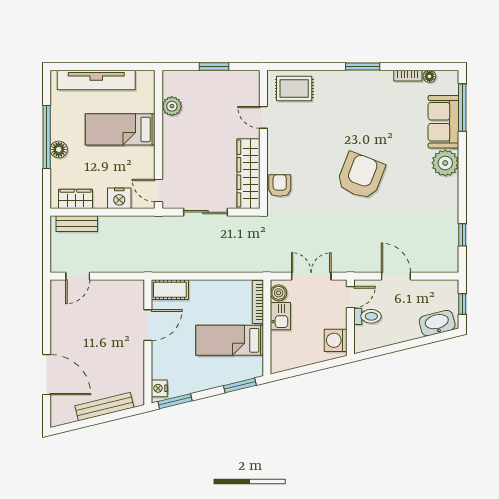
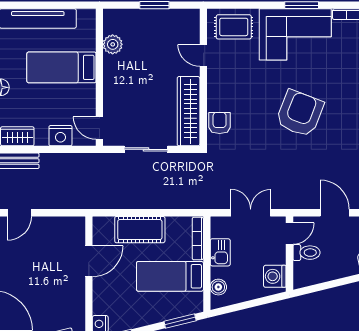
corner sofa: (356, 96) -> (295, 34), added
cot: (170, 290) -> (140, 230), moved, width x1.37, depth x1.34
boiler: (279, 293) -> (218, 287), moved

